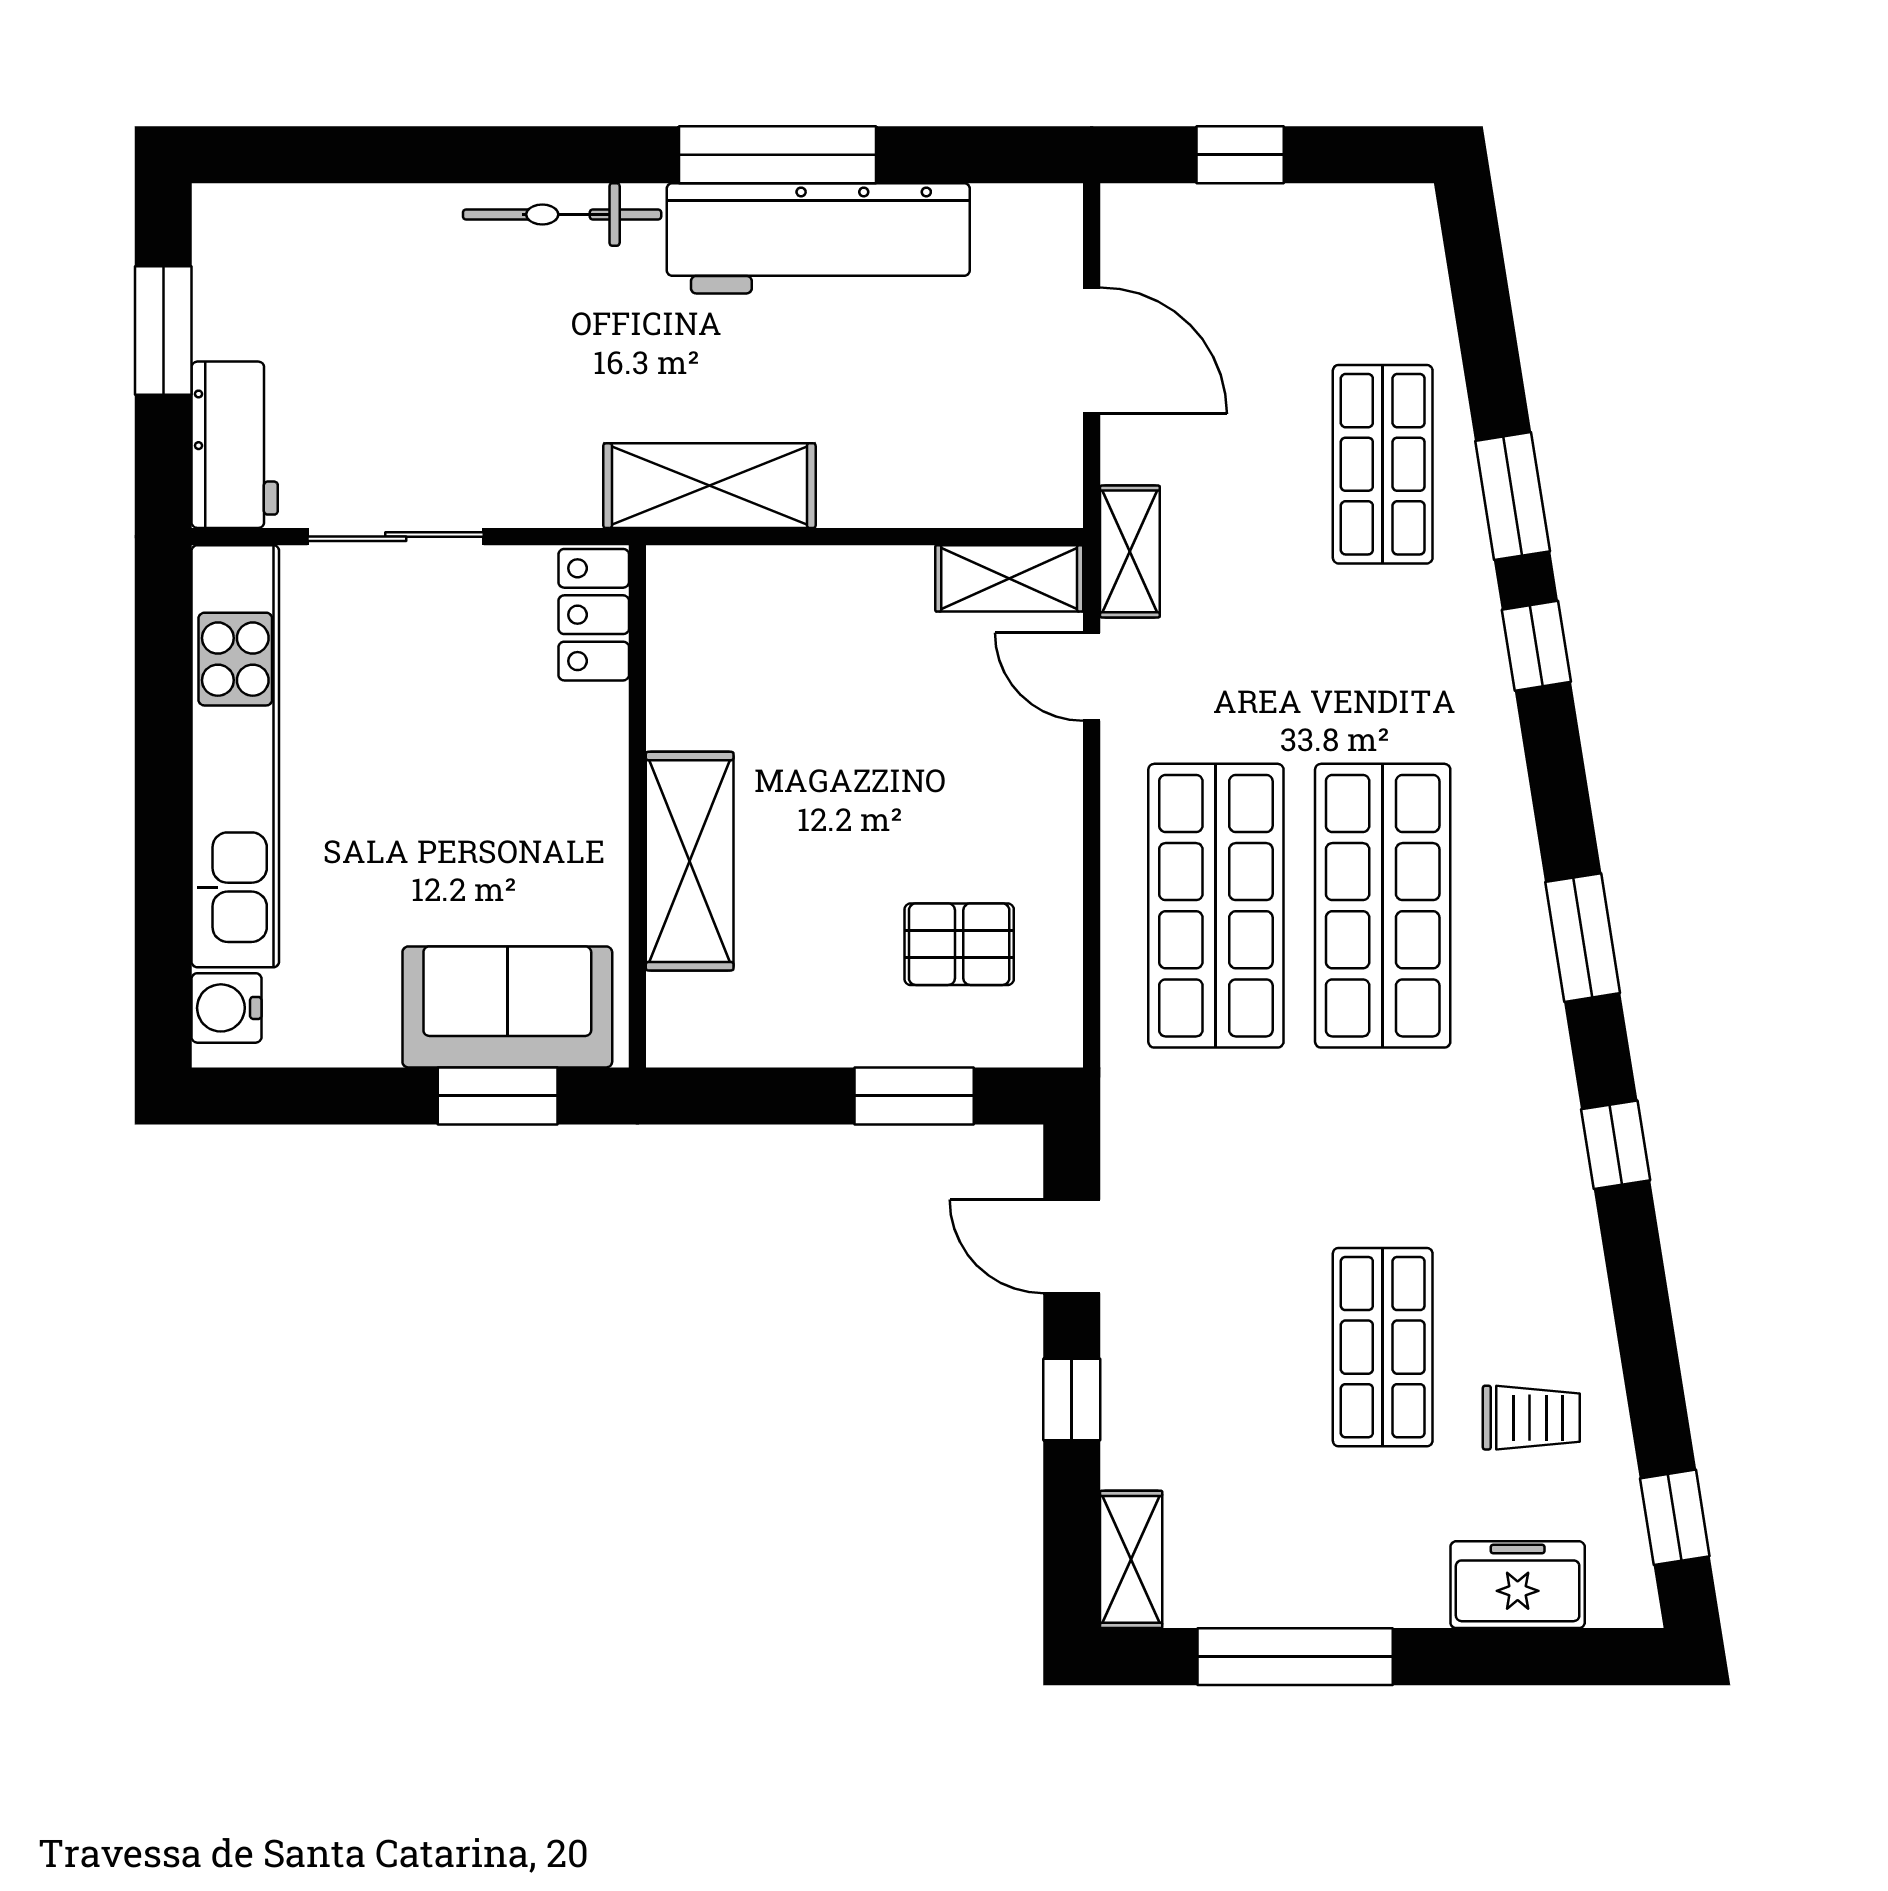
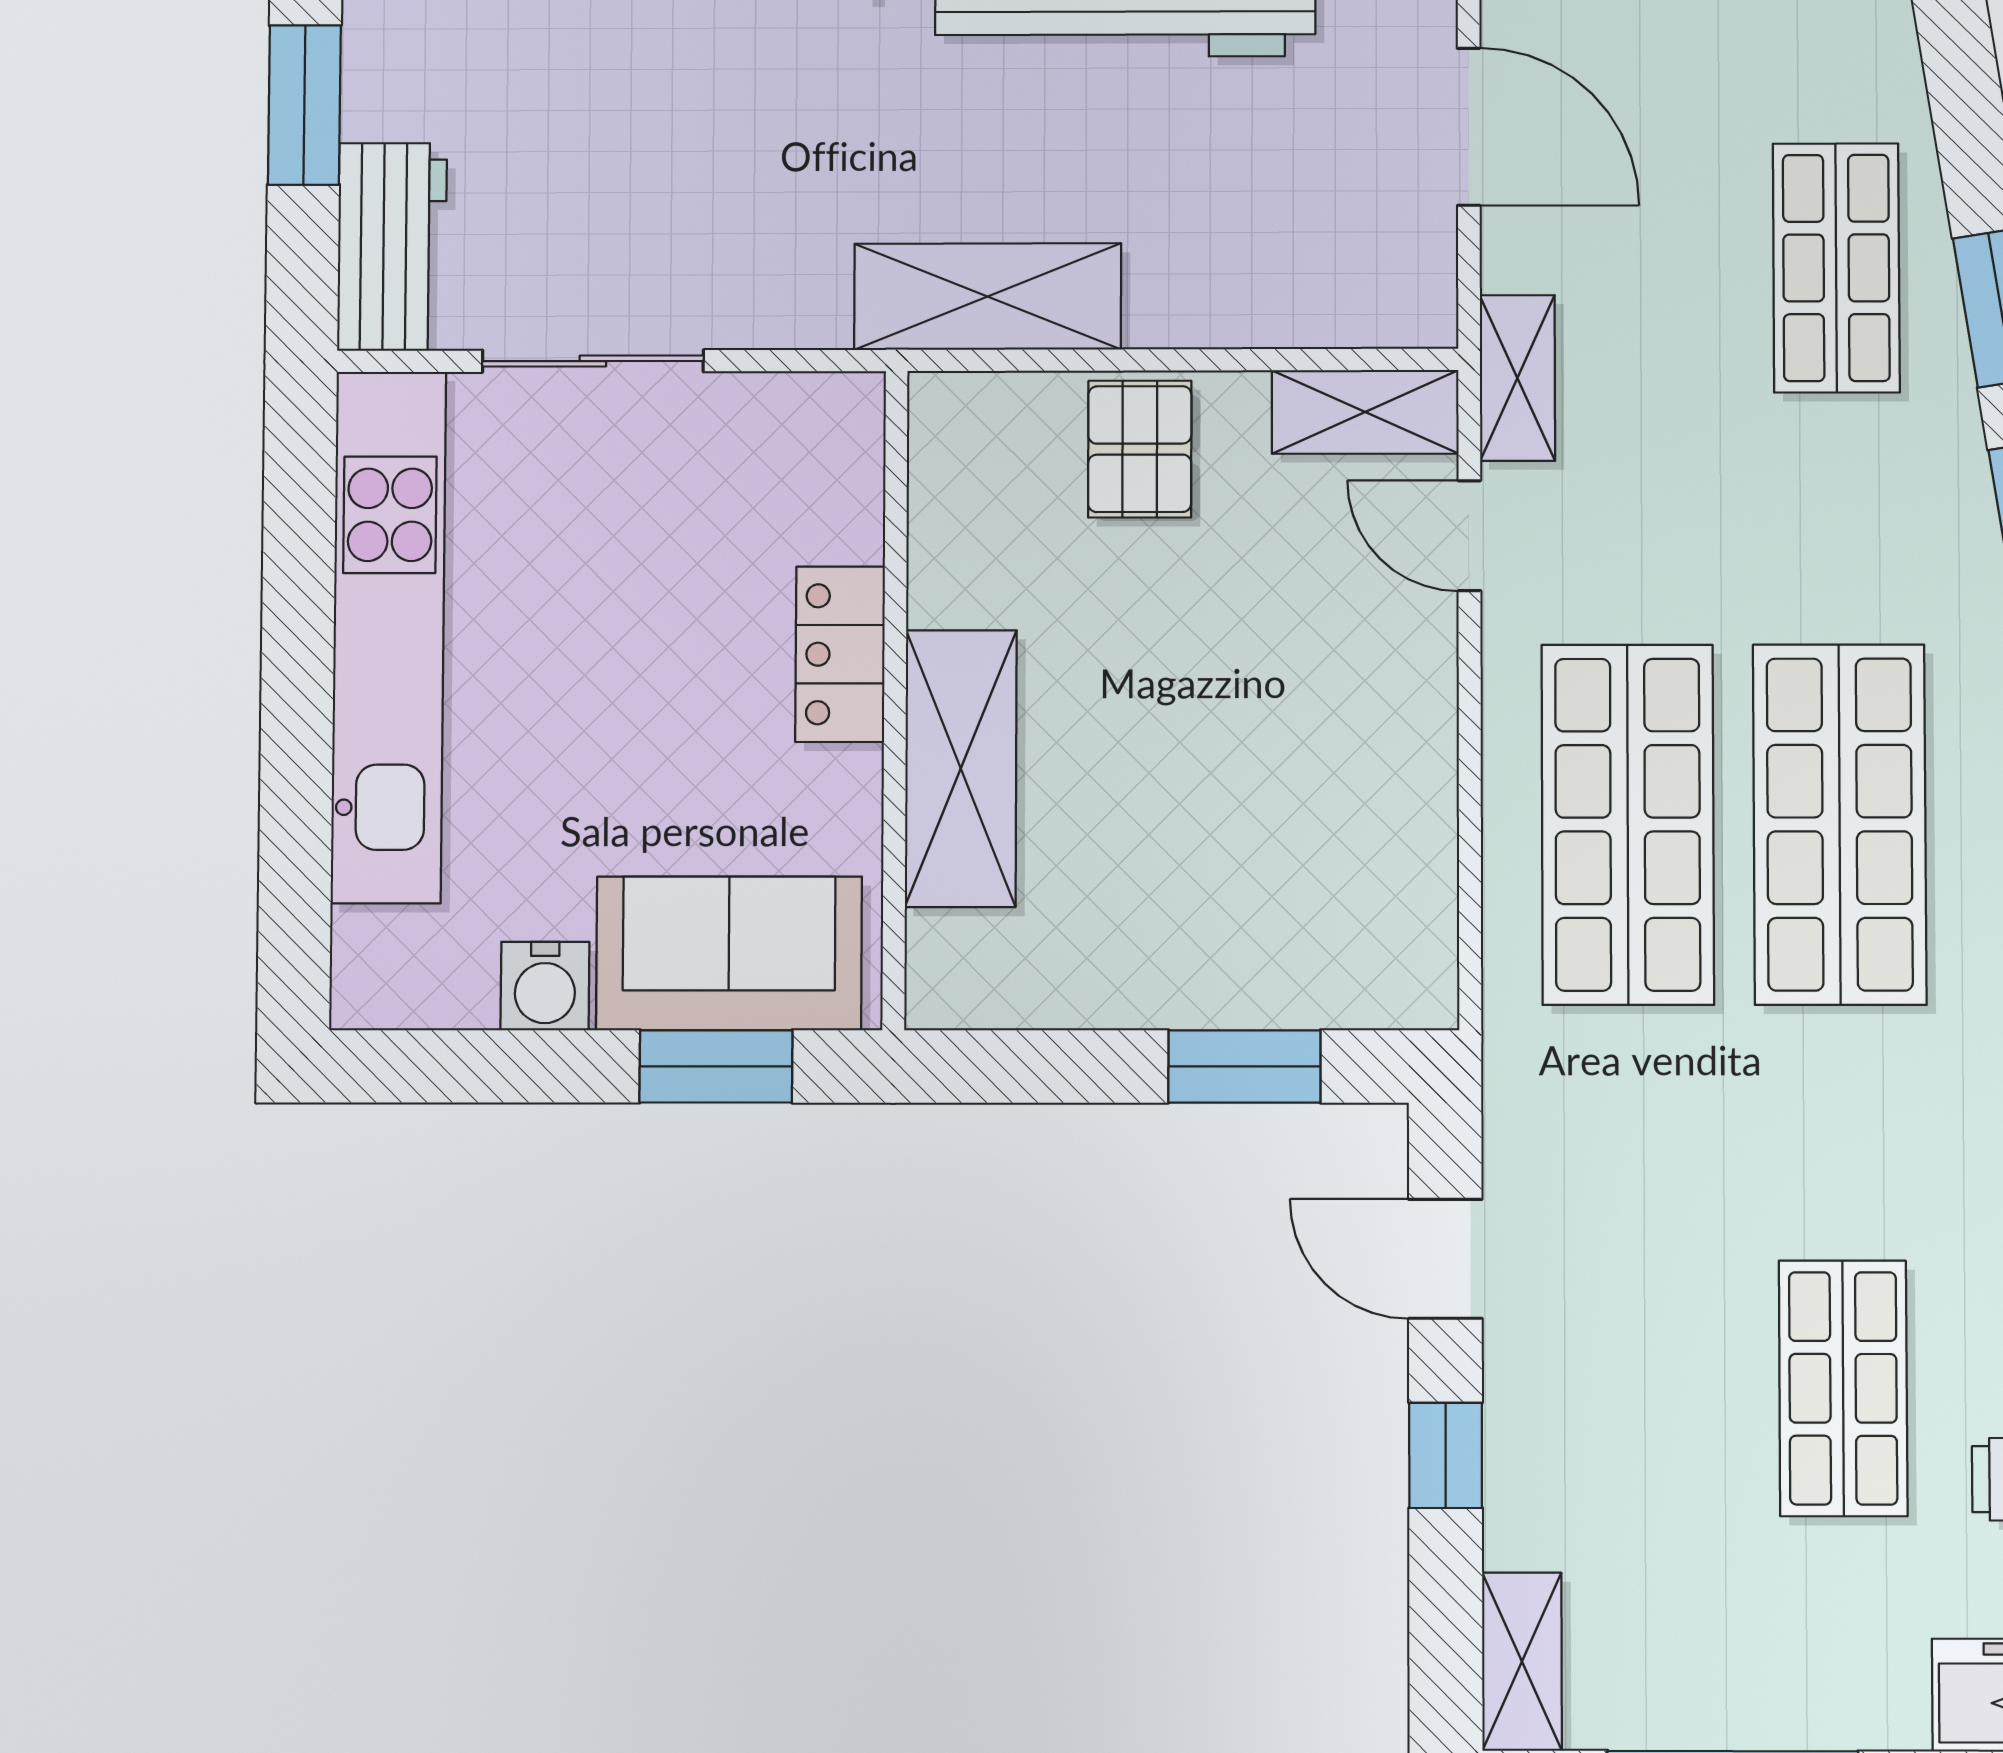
locker: (594, 615) -> (840, 654), moved
pallet: (959, 944) -> (1140, 449), moved, turned 90
water cooler: (227, 1008) -> (545, 986), moved, turned -90

